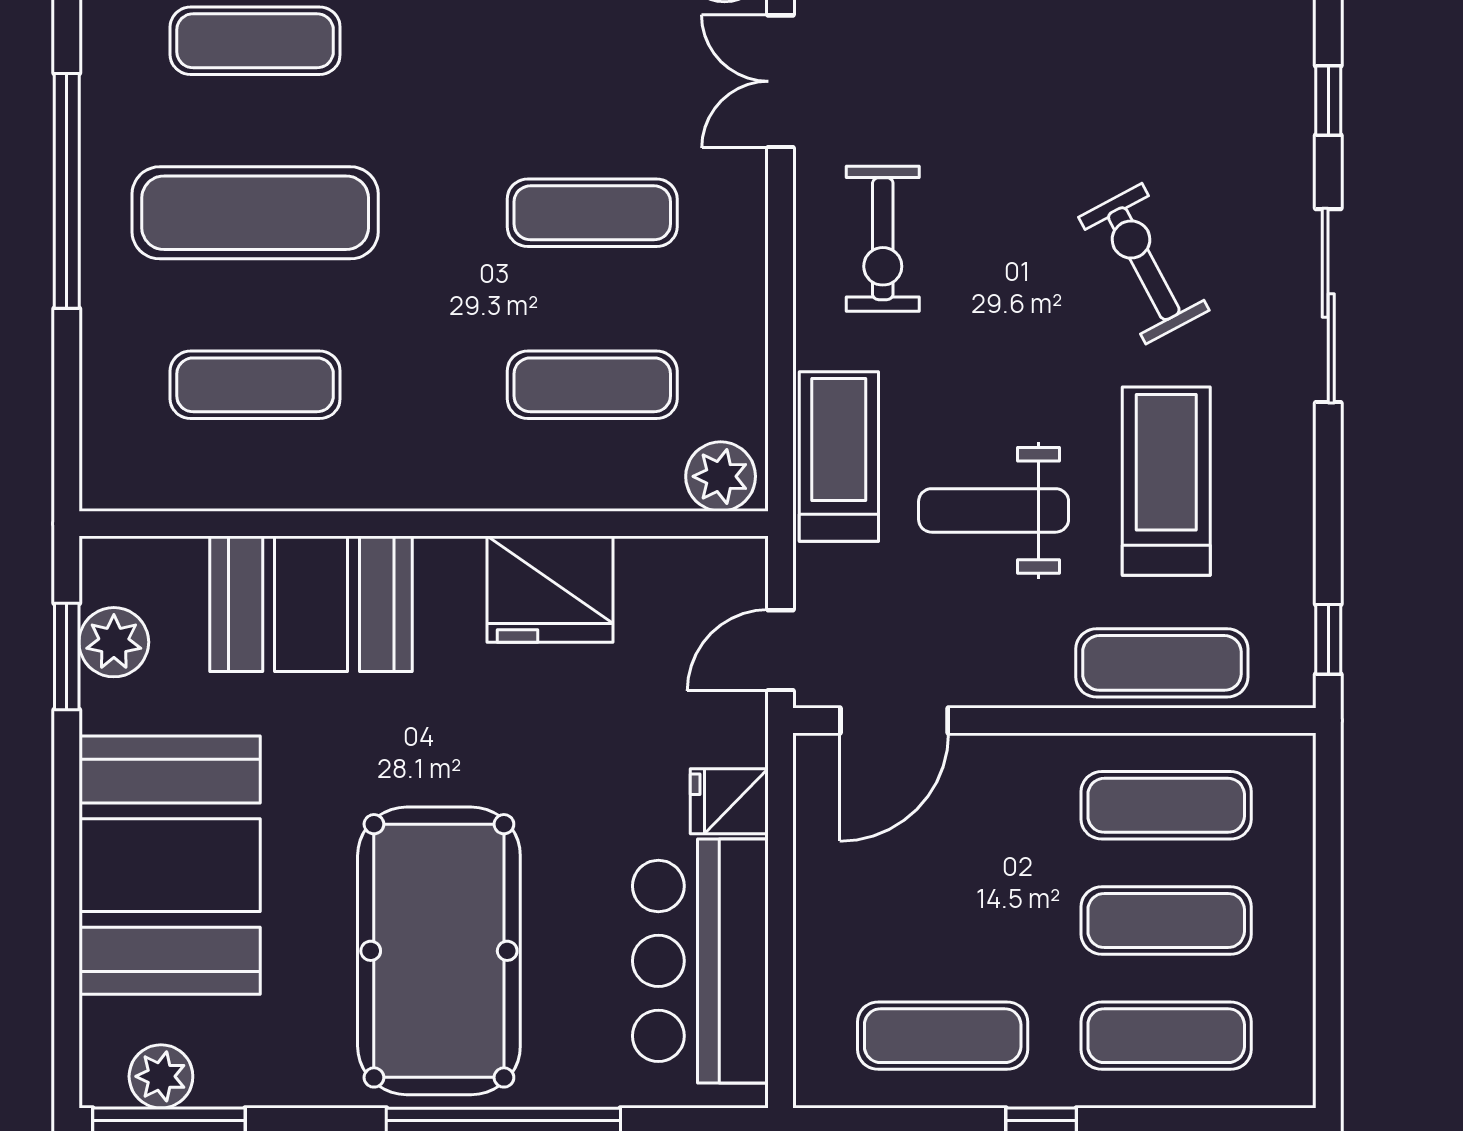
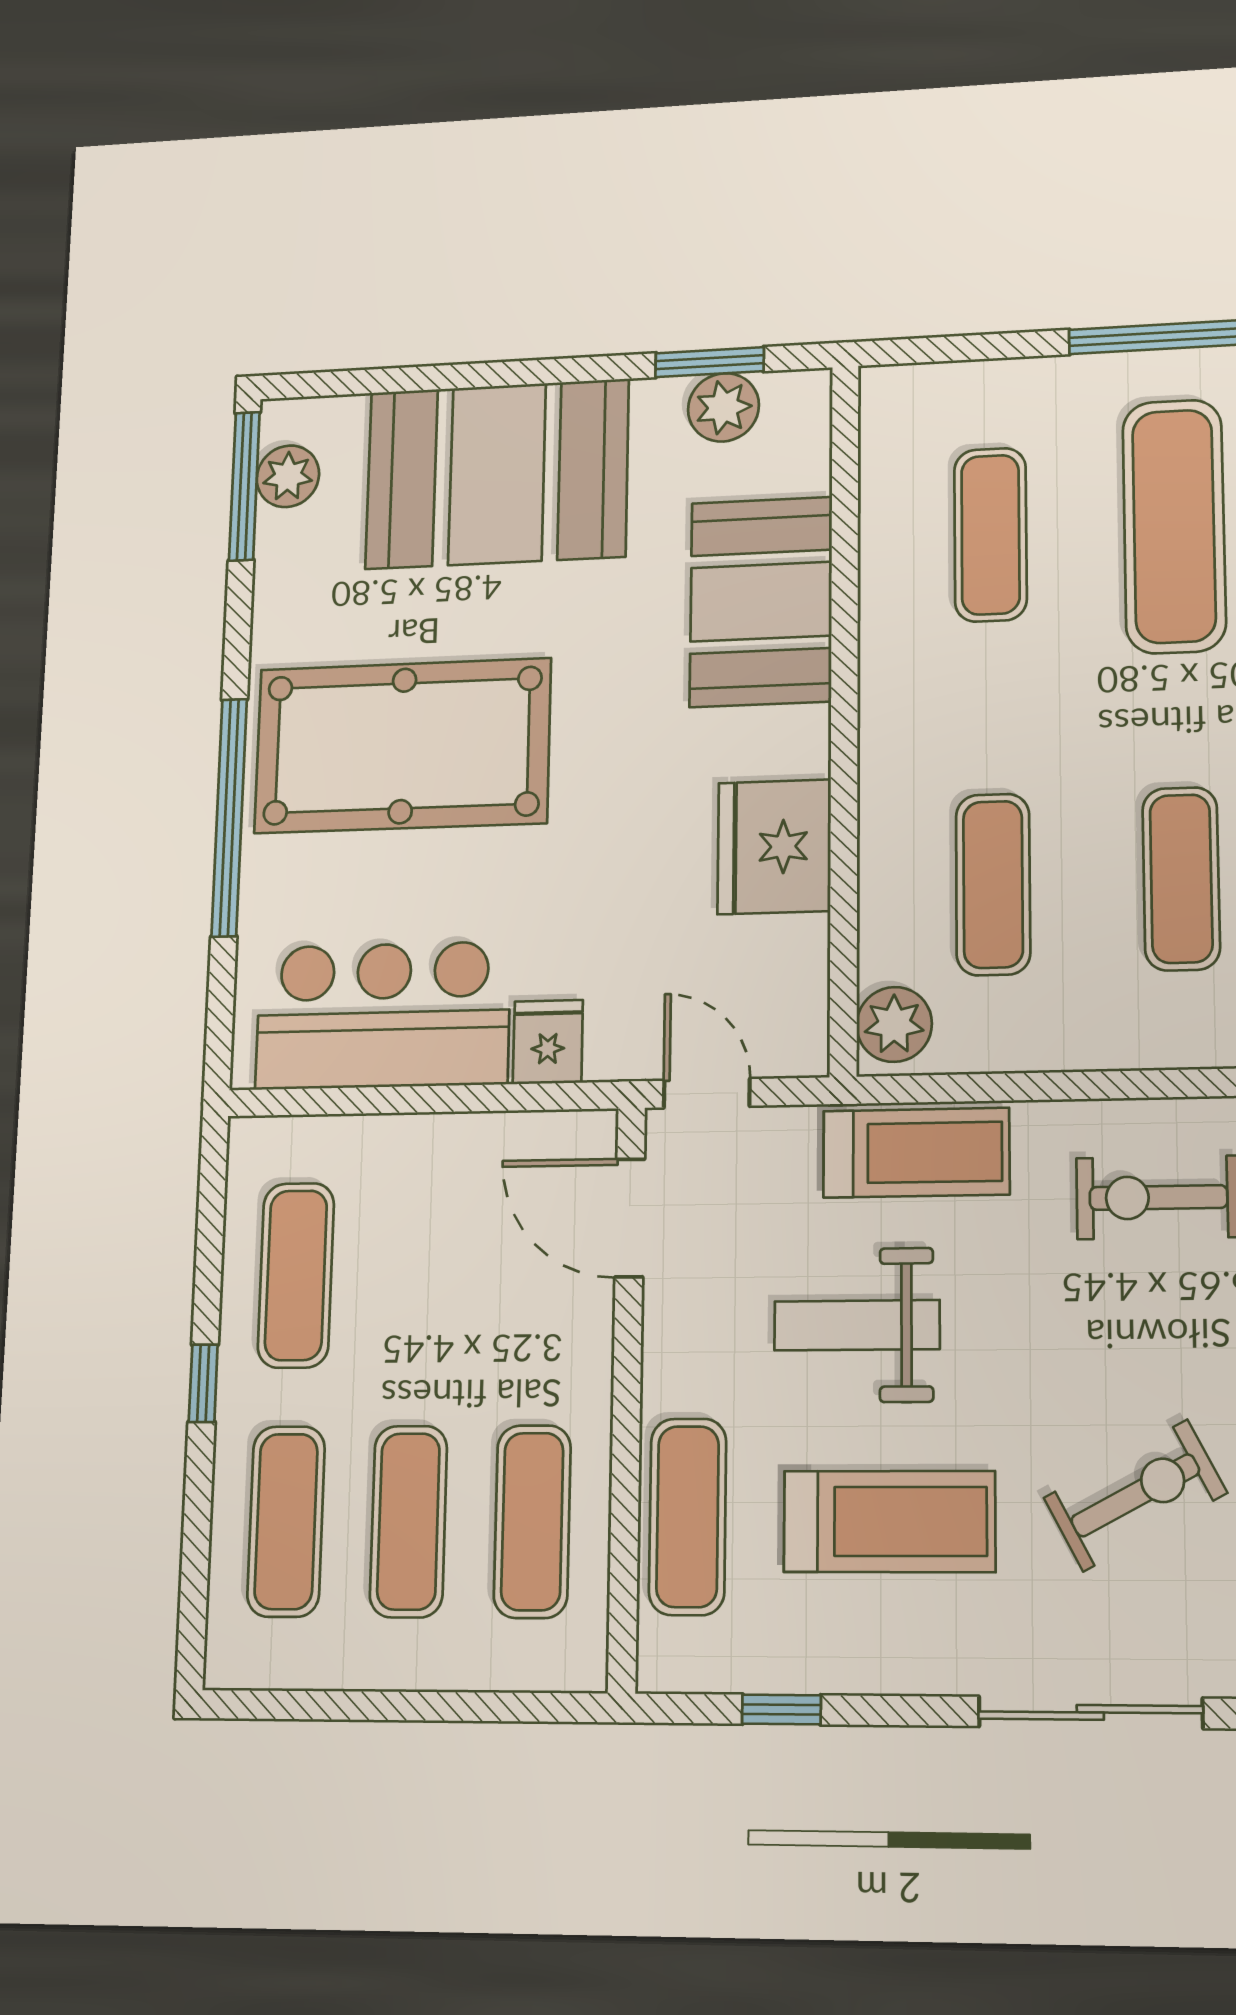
weight bench: (994, 510) -> (857, 1325), turned -90
window: (1328, 639) -> (781, 1710), moved

